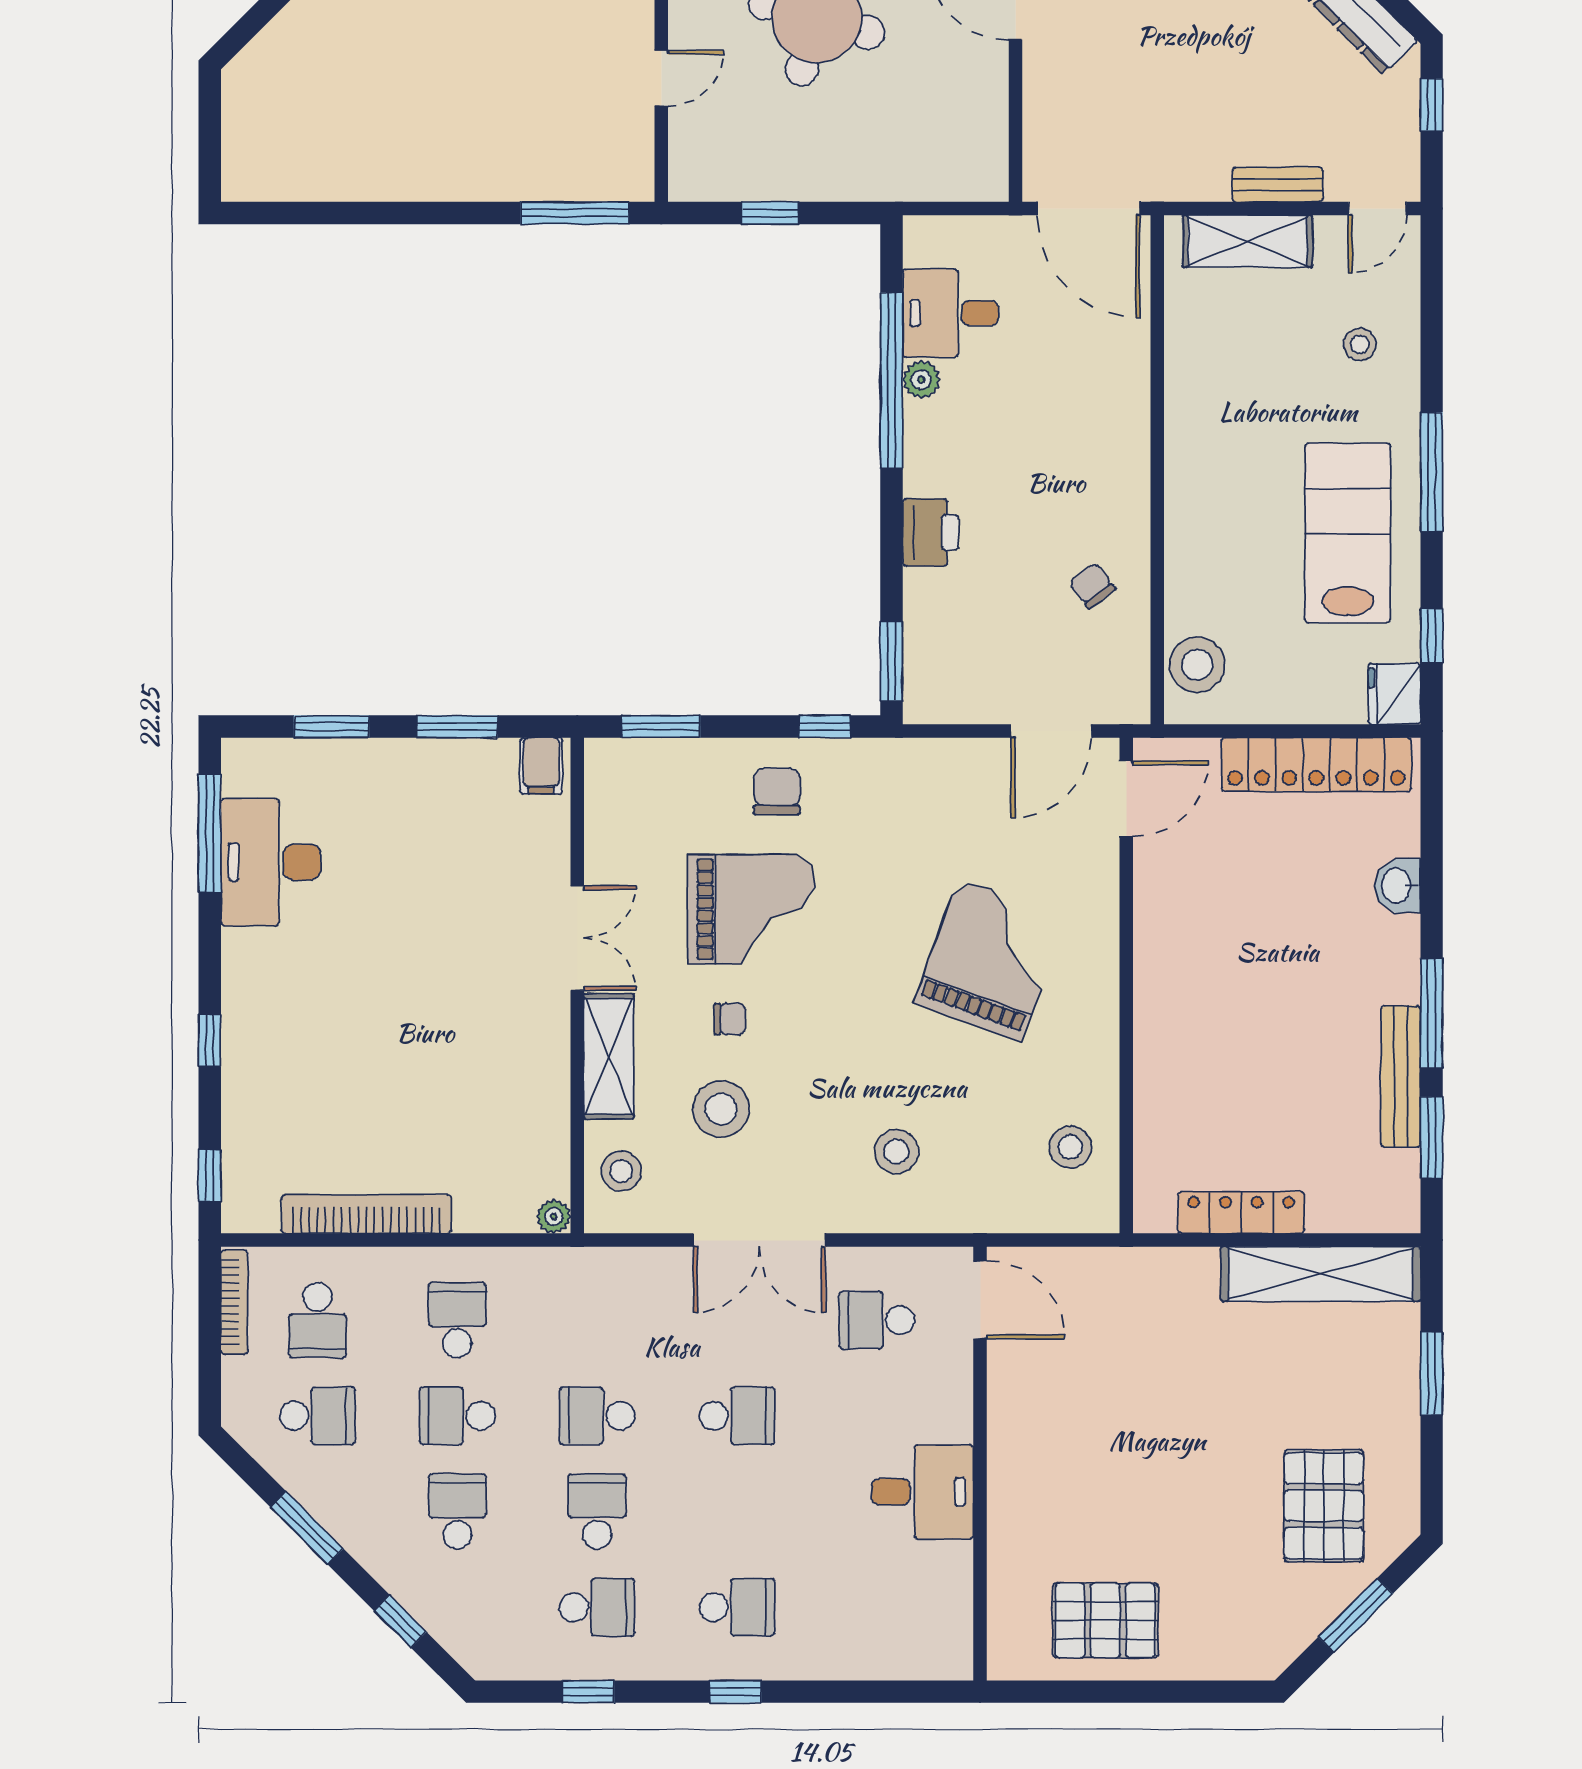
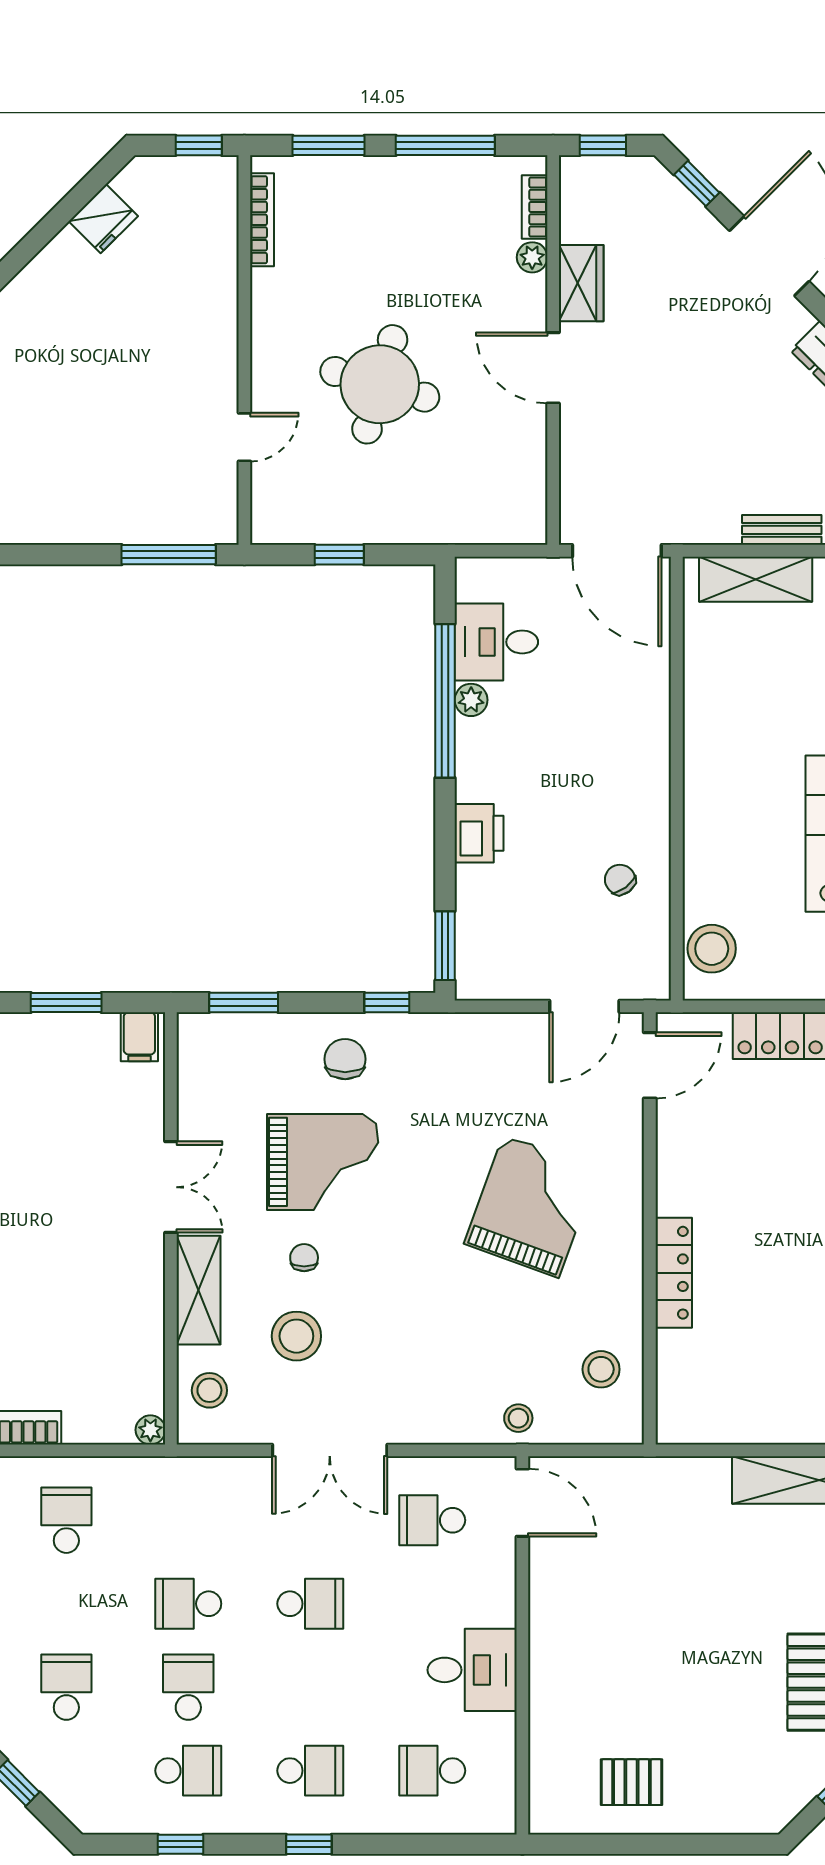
chair: (730, 1019) -> (304, 1258), turned -90
stool: (896, 1152) -> (518, 1418), moved, width x0.73, depth x0.73
locker: (1241, 1213) -> (674, 1273), moved, turned 90
school desk: (457, 1416) -> (432, 1771), moved
pallet: (1105, 1620) -> (632, 1782), width x0.67, depth x0.71

